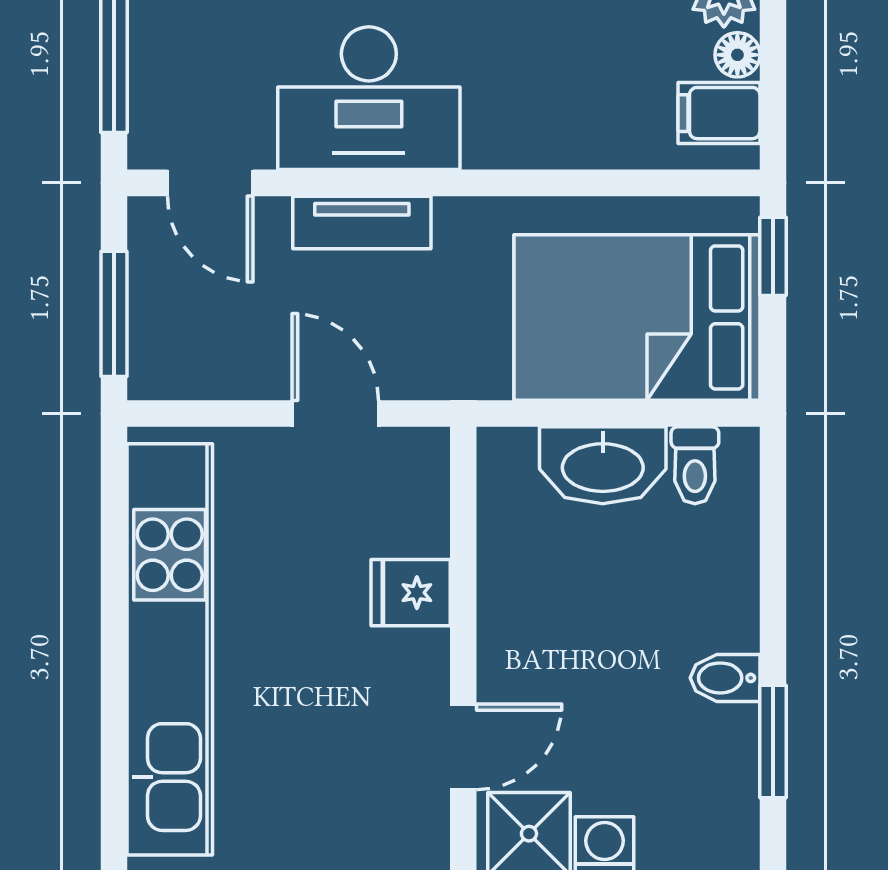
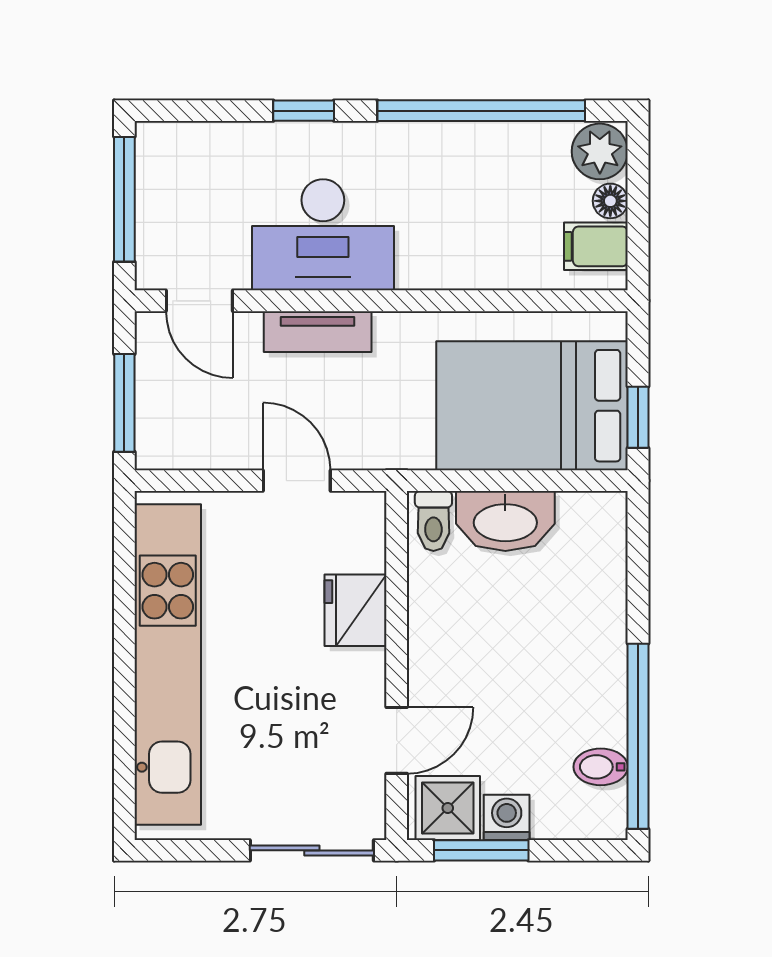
window: (773, 256) -> (638, 417), moved
toilet: (695, 465) -> (433, 521), moved
fridge: (411, 593) -> (355, 610), width x1.38
bidet: (725, 678) -> (601, 767), moved
window: (773, 741) -> (638, 736), width x2.11

